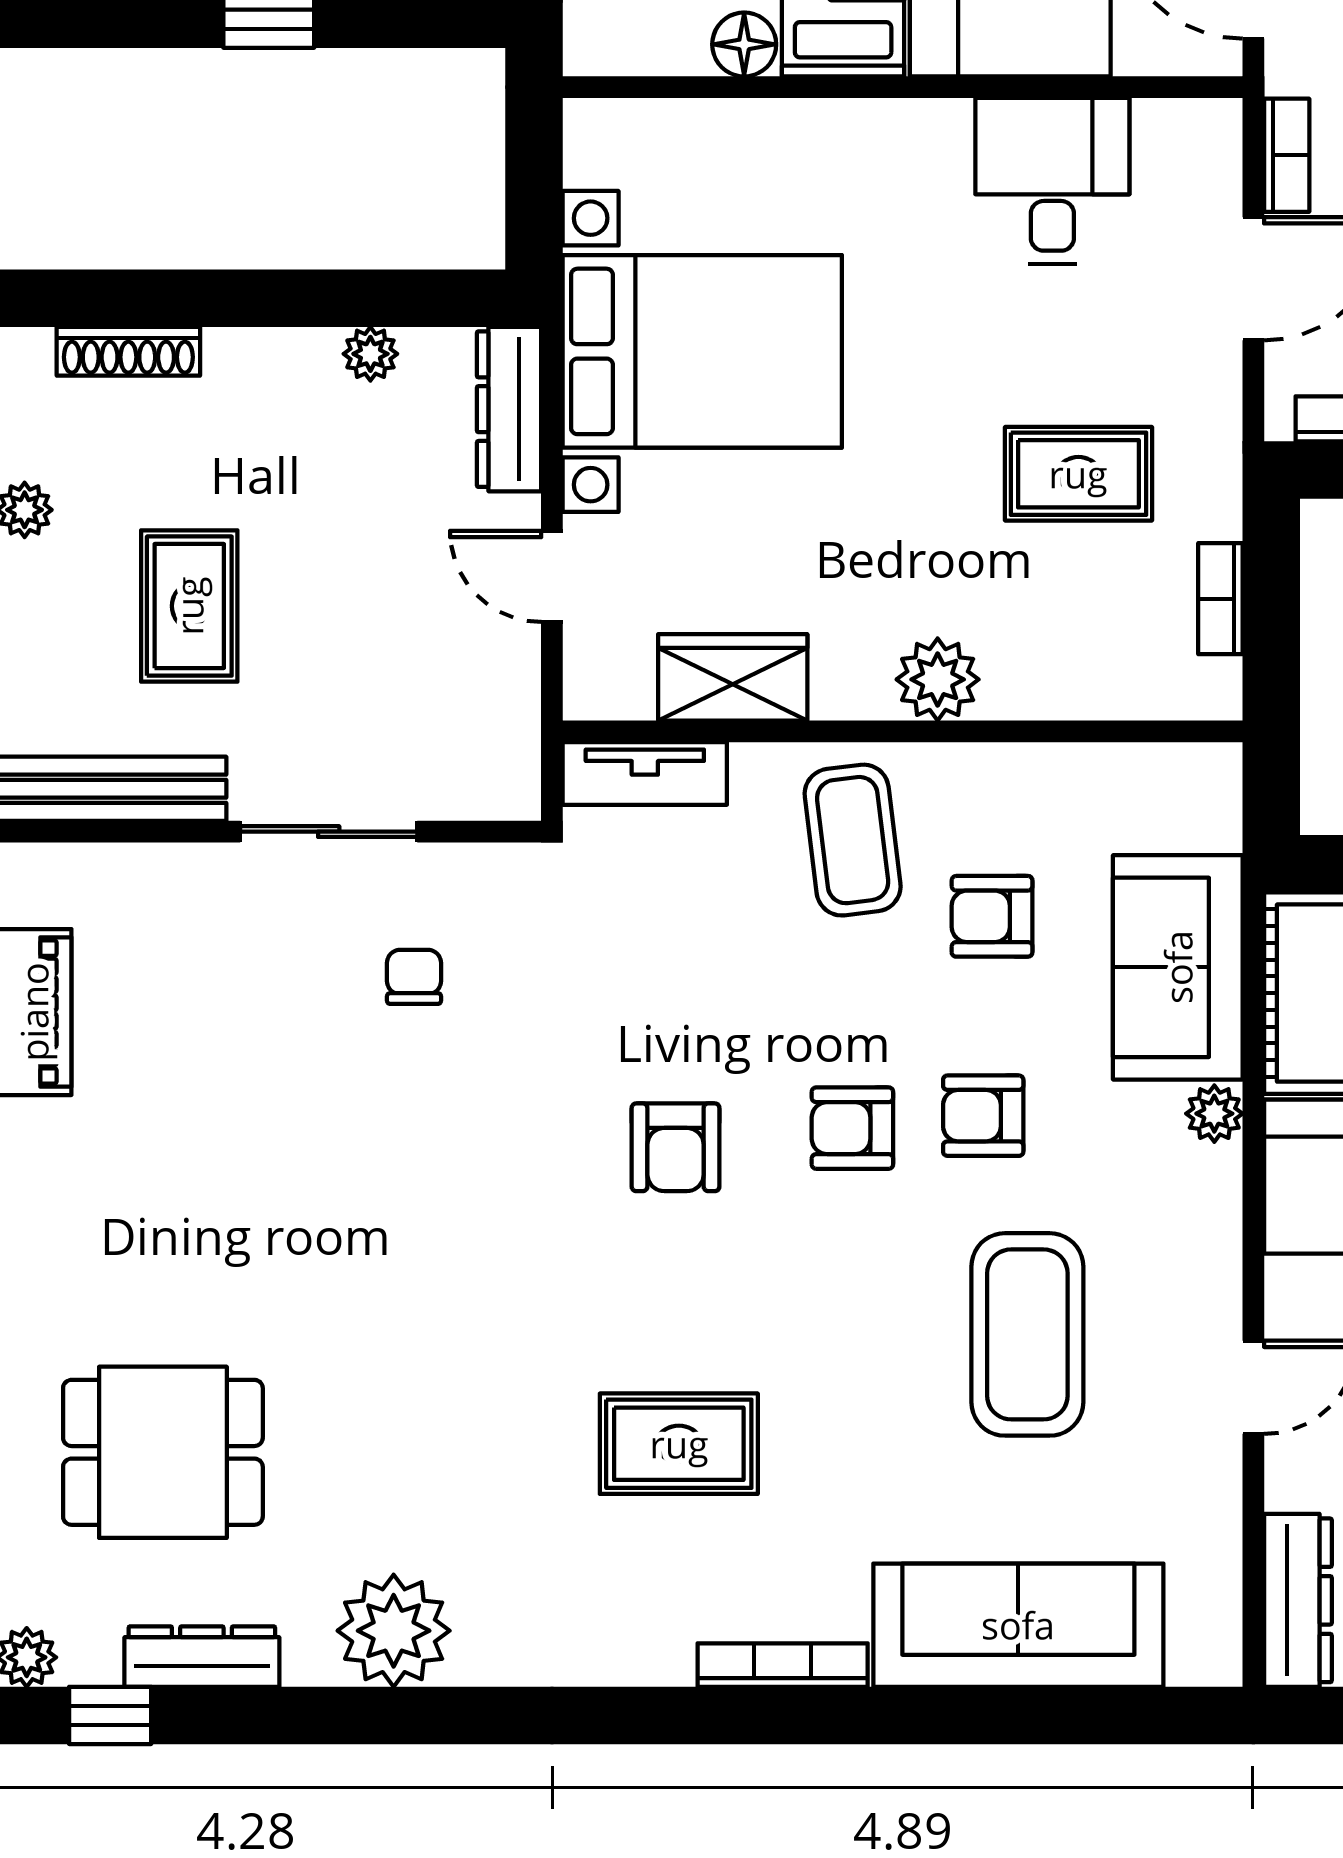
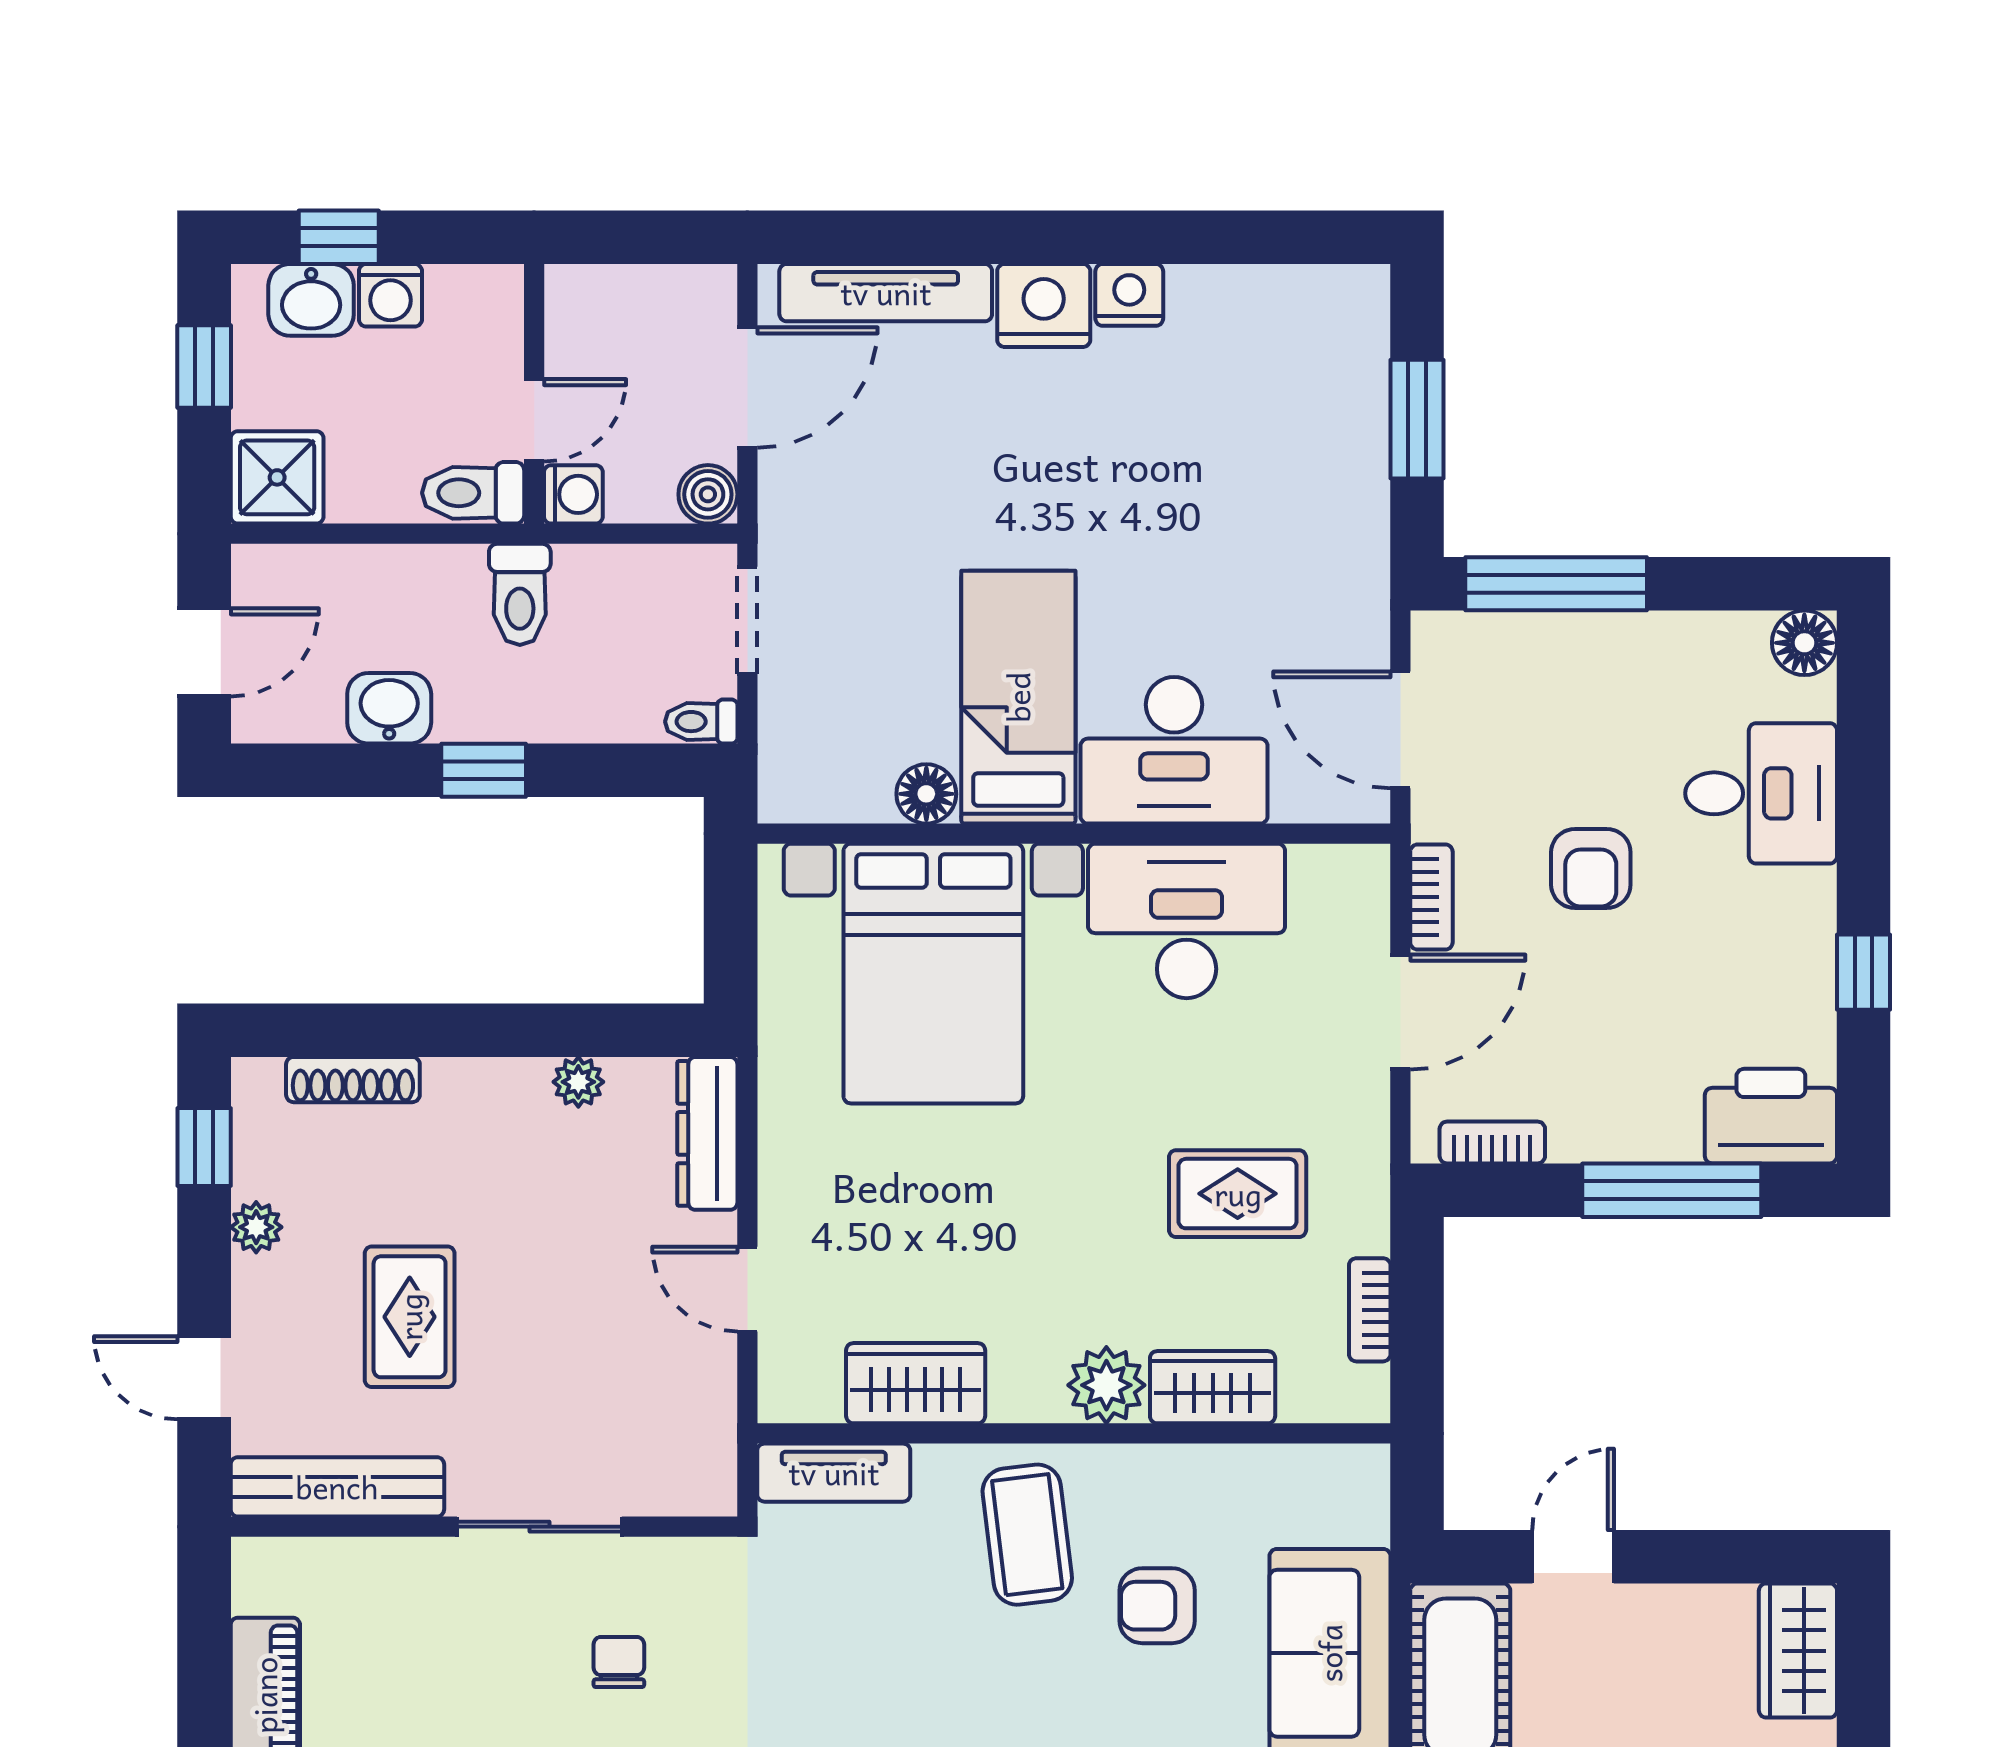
desk: (1052, 181) -> (1187, 921), width x1.37
bed with nightstands: (702, 351) -> (933, 974), moved, turned 90
wardrobe: (1052, 682) -> (1213, 1387), added

